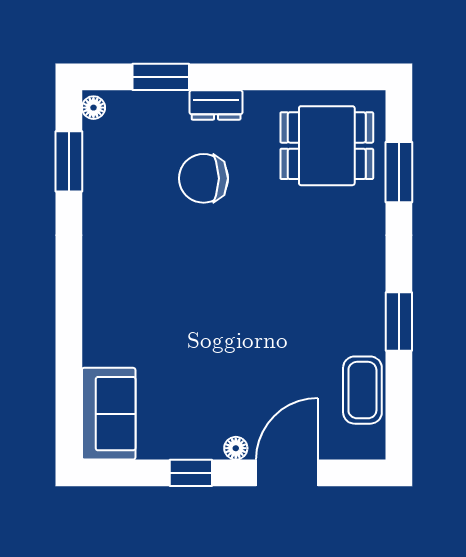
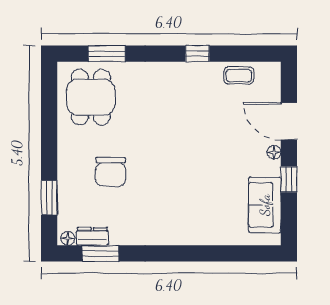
dresser: (216, 105) -> (92, 236), moved, turned -90
window: (399, 321) -> (197, 54), width x0.67
coffee table: (362, 390) -> (239, 76), width x0.73, depth x0.77
sofa: (109, 414) -> (265, 205), moved, turned -90

